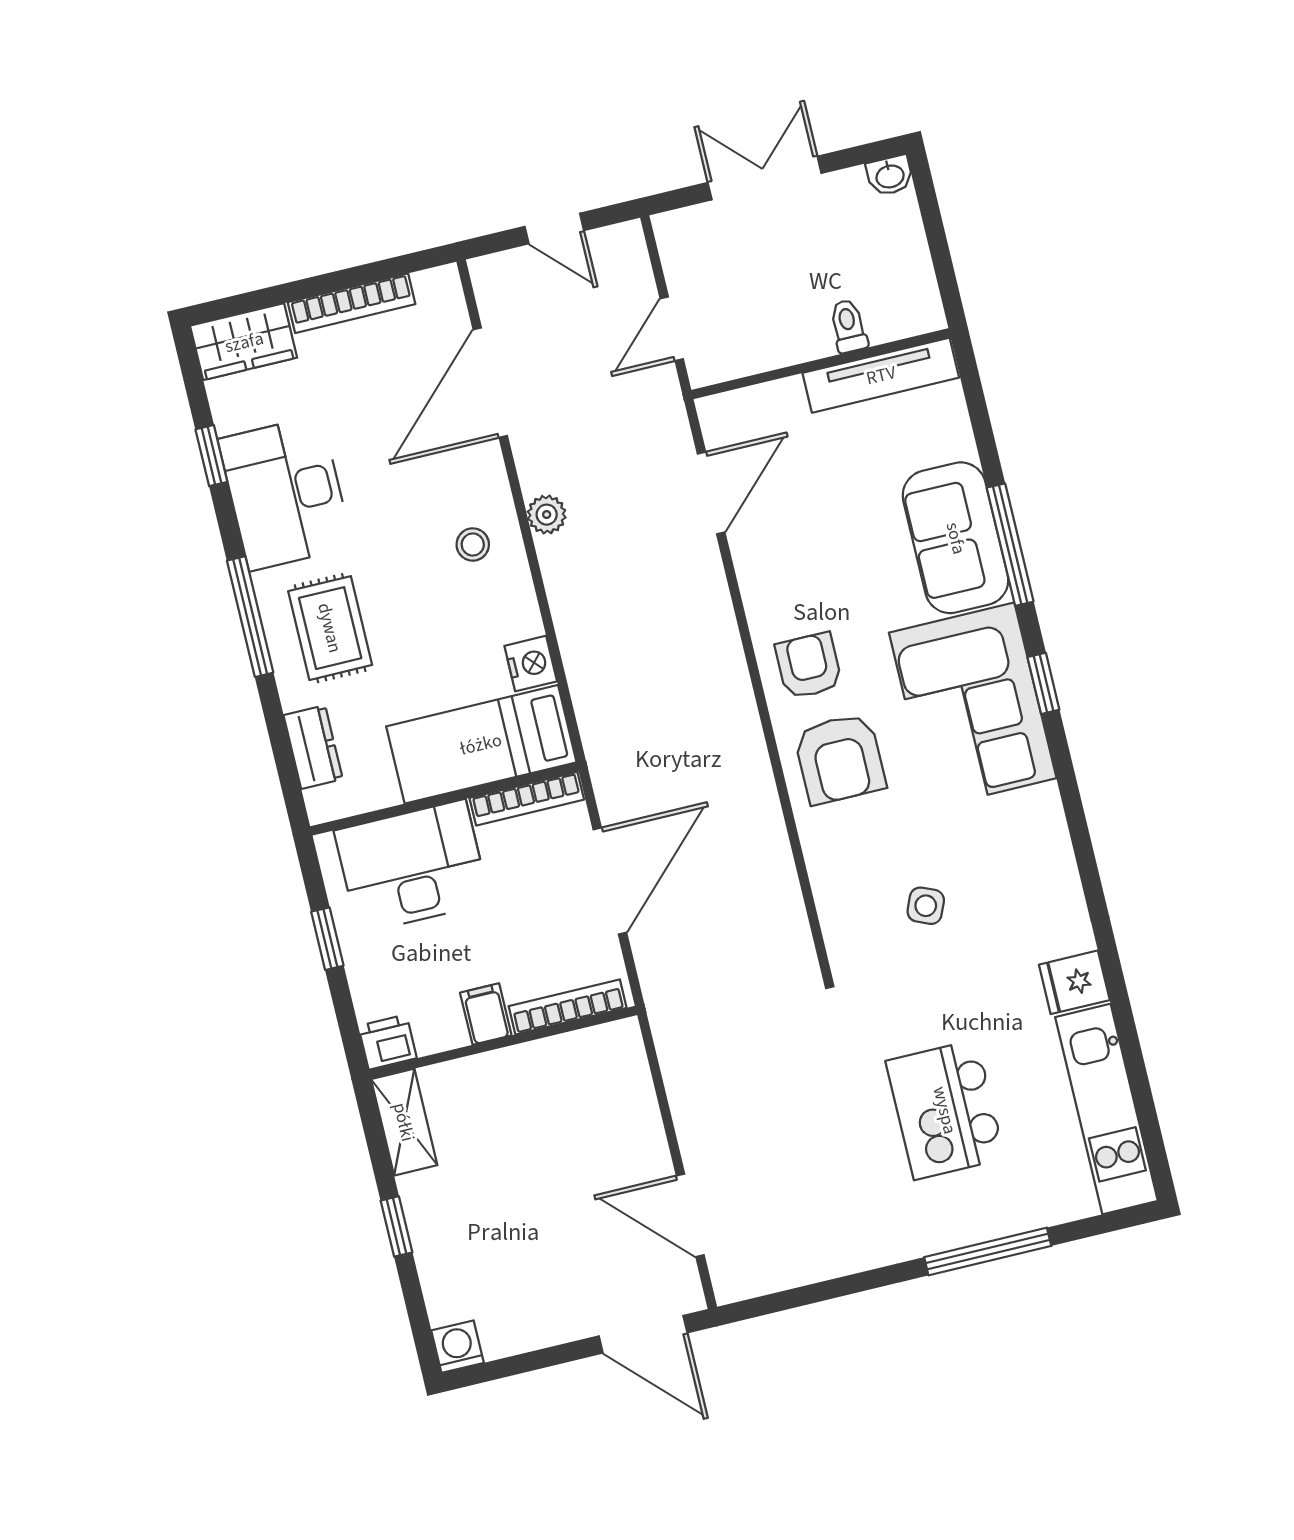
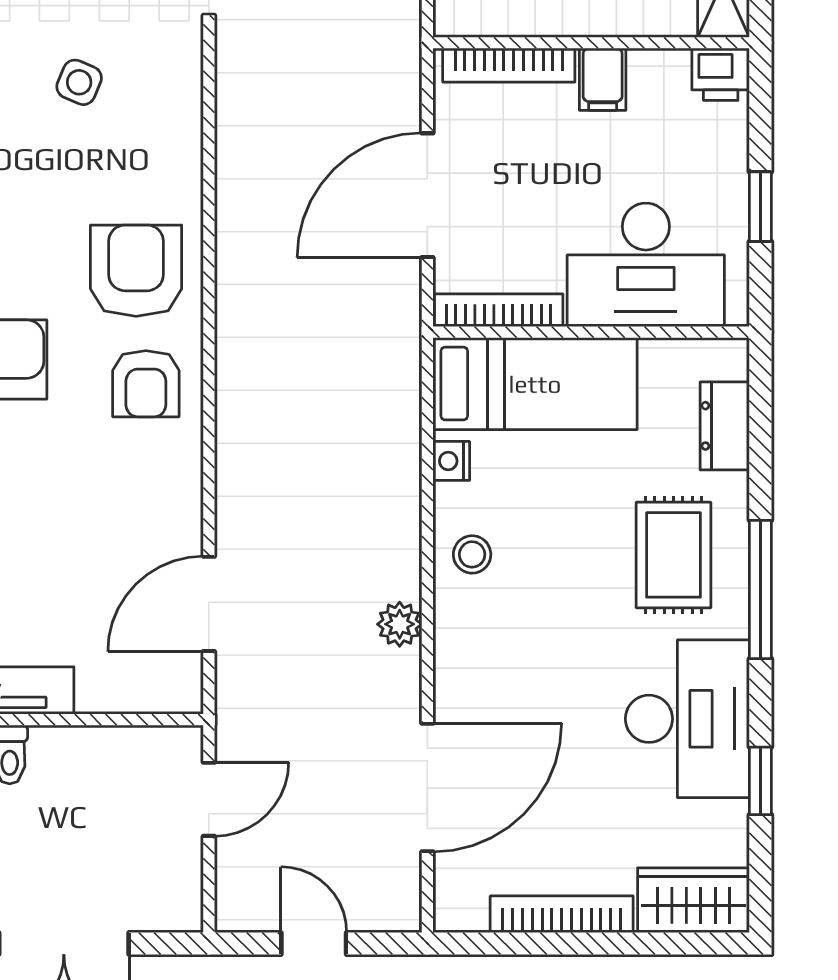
stool: (473, 544) -> (472, 554), moved
nightstand: (531, 664) -> (451, 461), width x0.72, depth x0.74

